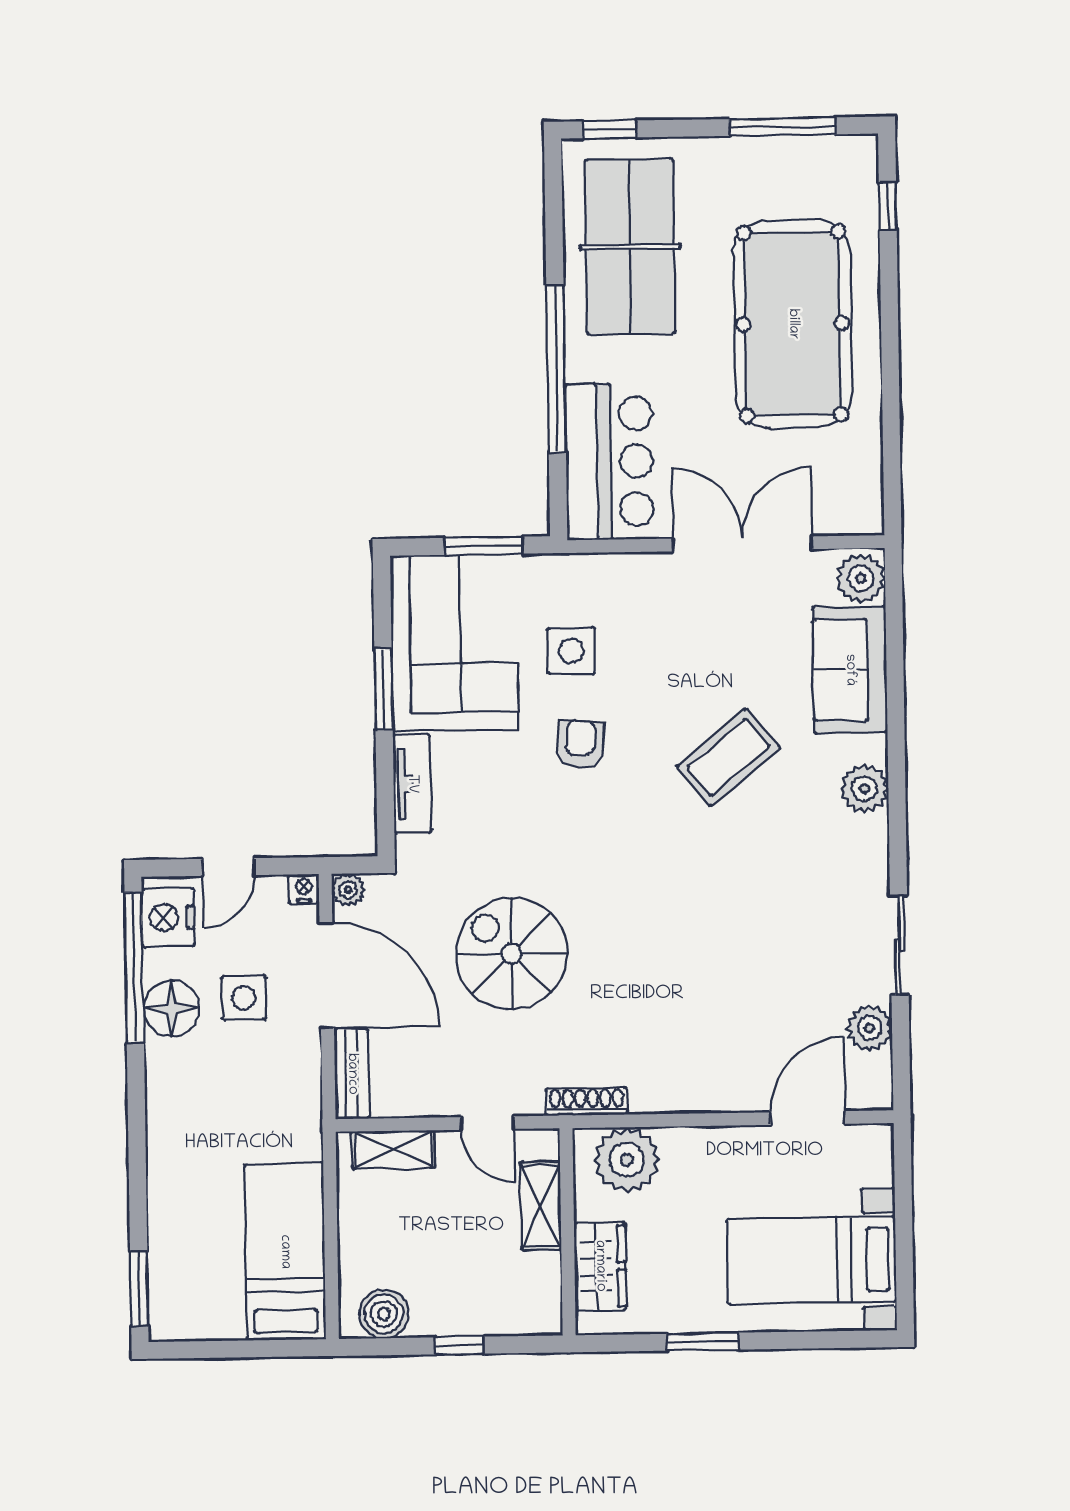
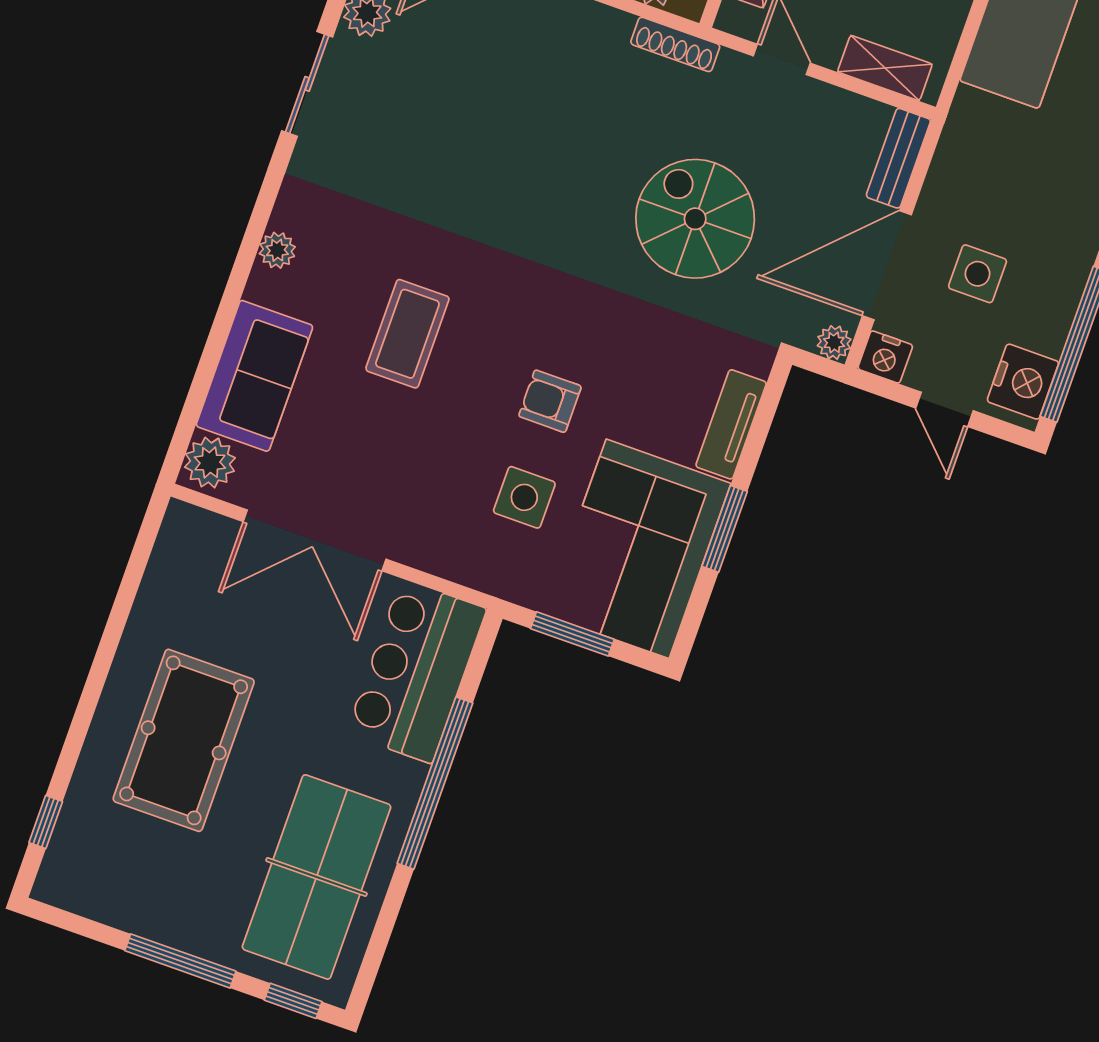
window: (783, 127) -> (180, 961), moved
pool table: (793, 324) -> (184, 740), width x0.73, depth x0.76
armchair: (580, 744) -> (550, 401), turned 85
coffee table: (728, 757) -> (407, 334), turned -51
plant: (865, 788) -> (277, 250), width x0.73, depth x0.73
door: (228, 867) -> (944, 409), swing flipped
nightstand: (304, 889) -> (885, 357), width x1.39, depth x1.35
spiral stairs: (512, 954) -> (695, 219), turned 180
door: (327, 976) -> (887, 265), hinge flipped
floor lamp: (171, 1008) -> (1053, 290), removed

